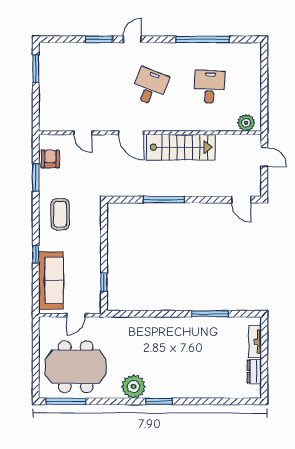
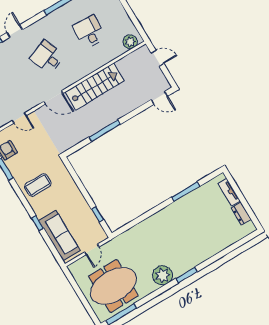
desk: (150, 87) -> (47, 57), turned -42
coffee table: (60, 214) -> (38, 185), turned 90

